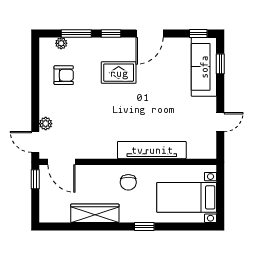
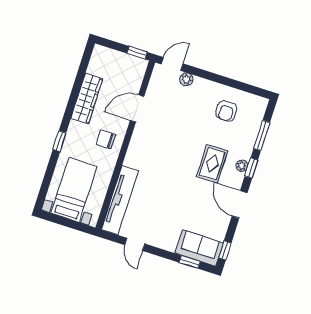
plant: (61, 43) -> (242, 166), moved
sofa: (204, 67) -> (199, 248), width x0.73
tv unit: (152, 150) -> (120, 200), moved
door: (61, 162) -> (137, 108), moved

